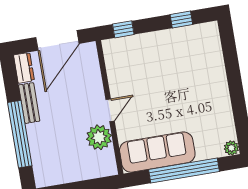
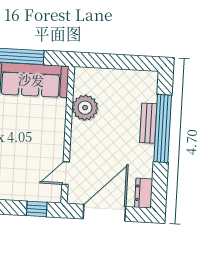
bench: (29, 103) -> (148, 123), moved
door: (110, 110) -> (66, 173), moved

